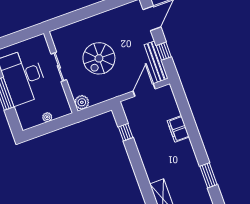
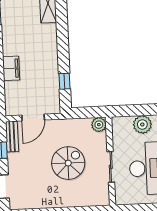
bench: (156, 62) -> (12, 137), width x0.73
plant: (47, 117) -> (142, 125), width x1.88, depth x1.88

